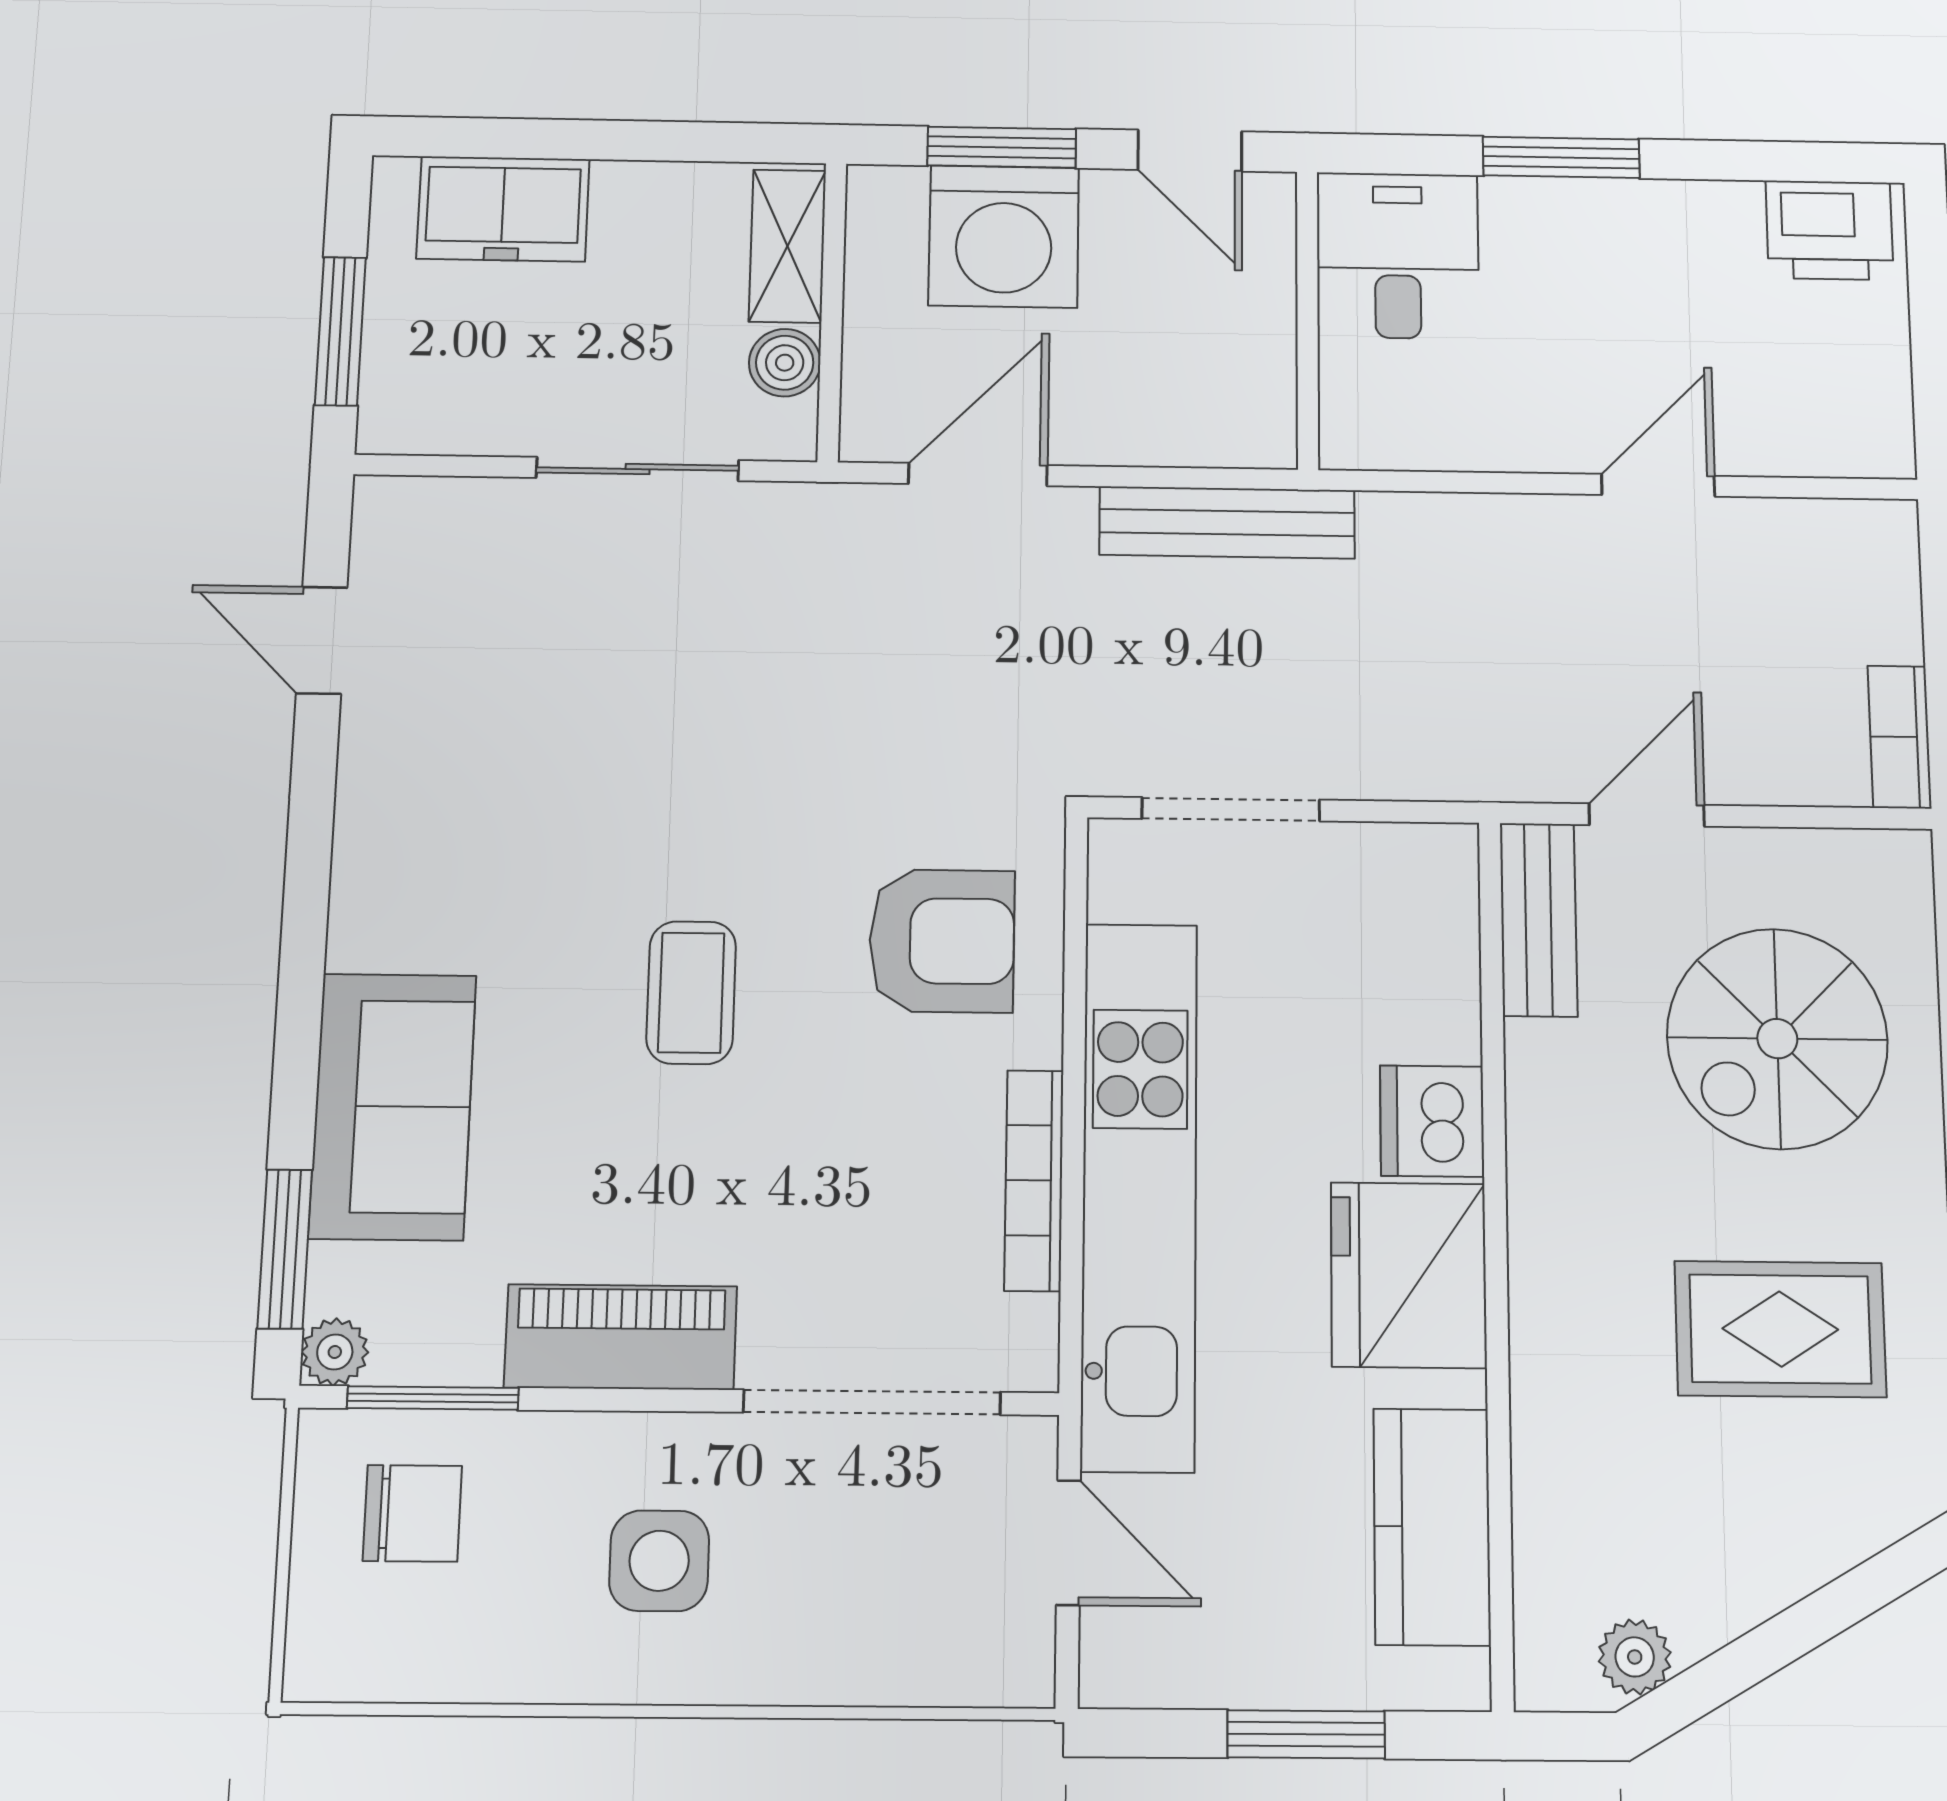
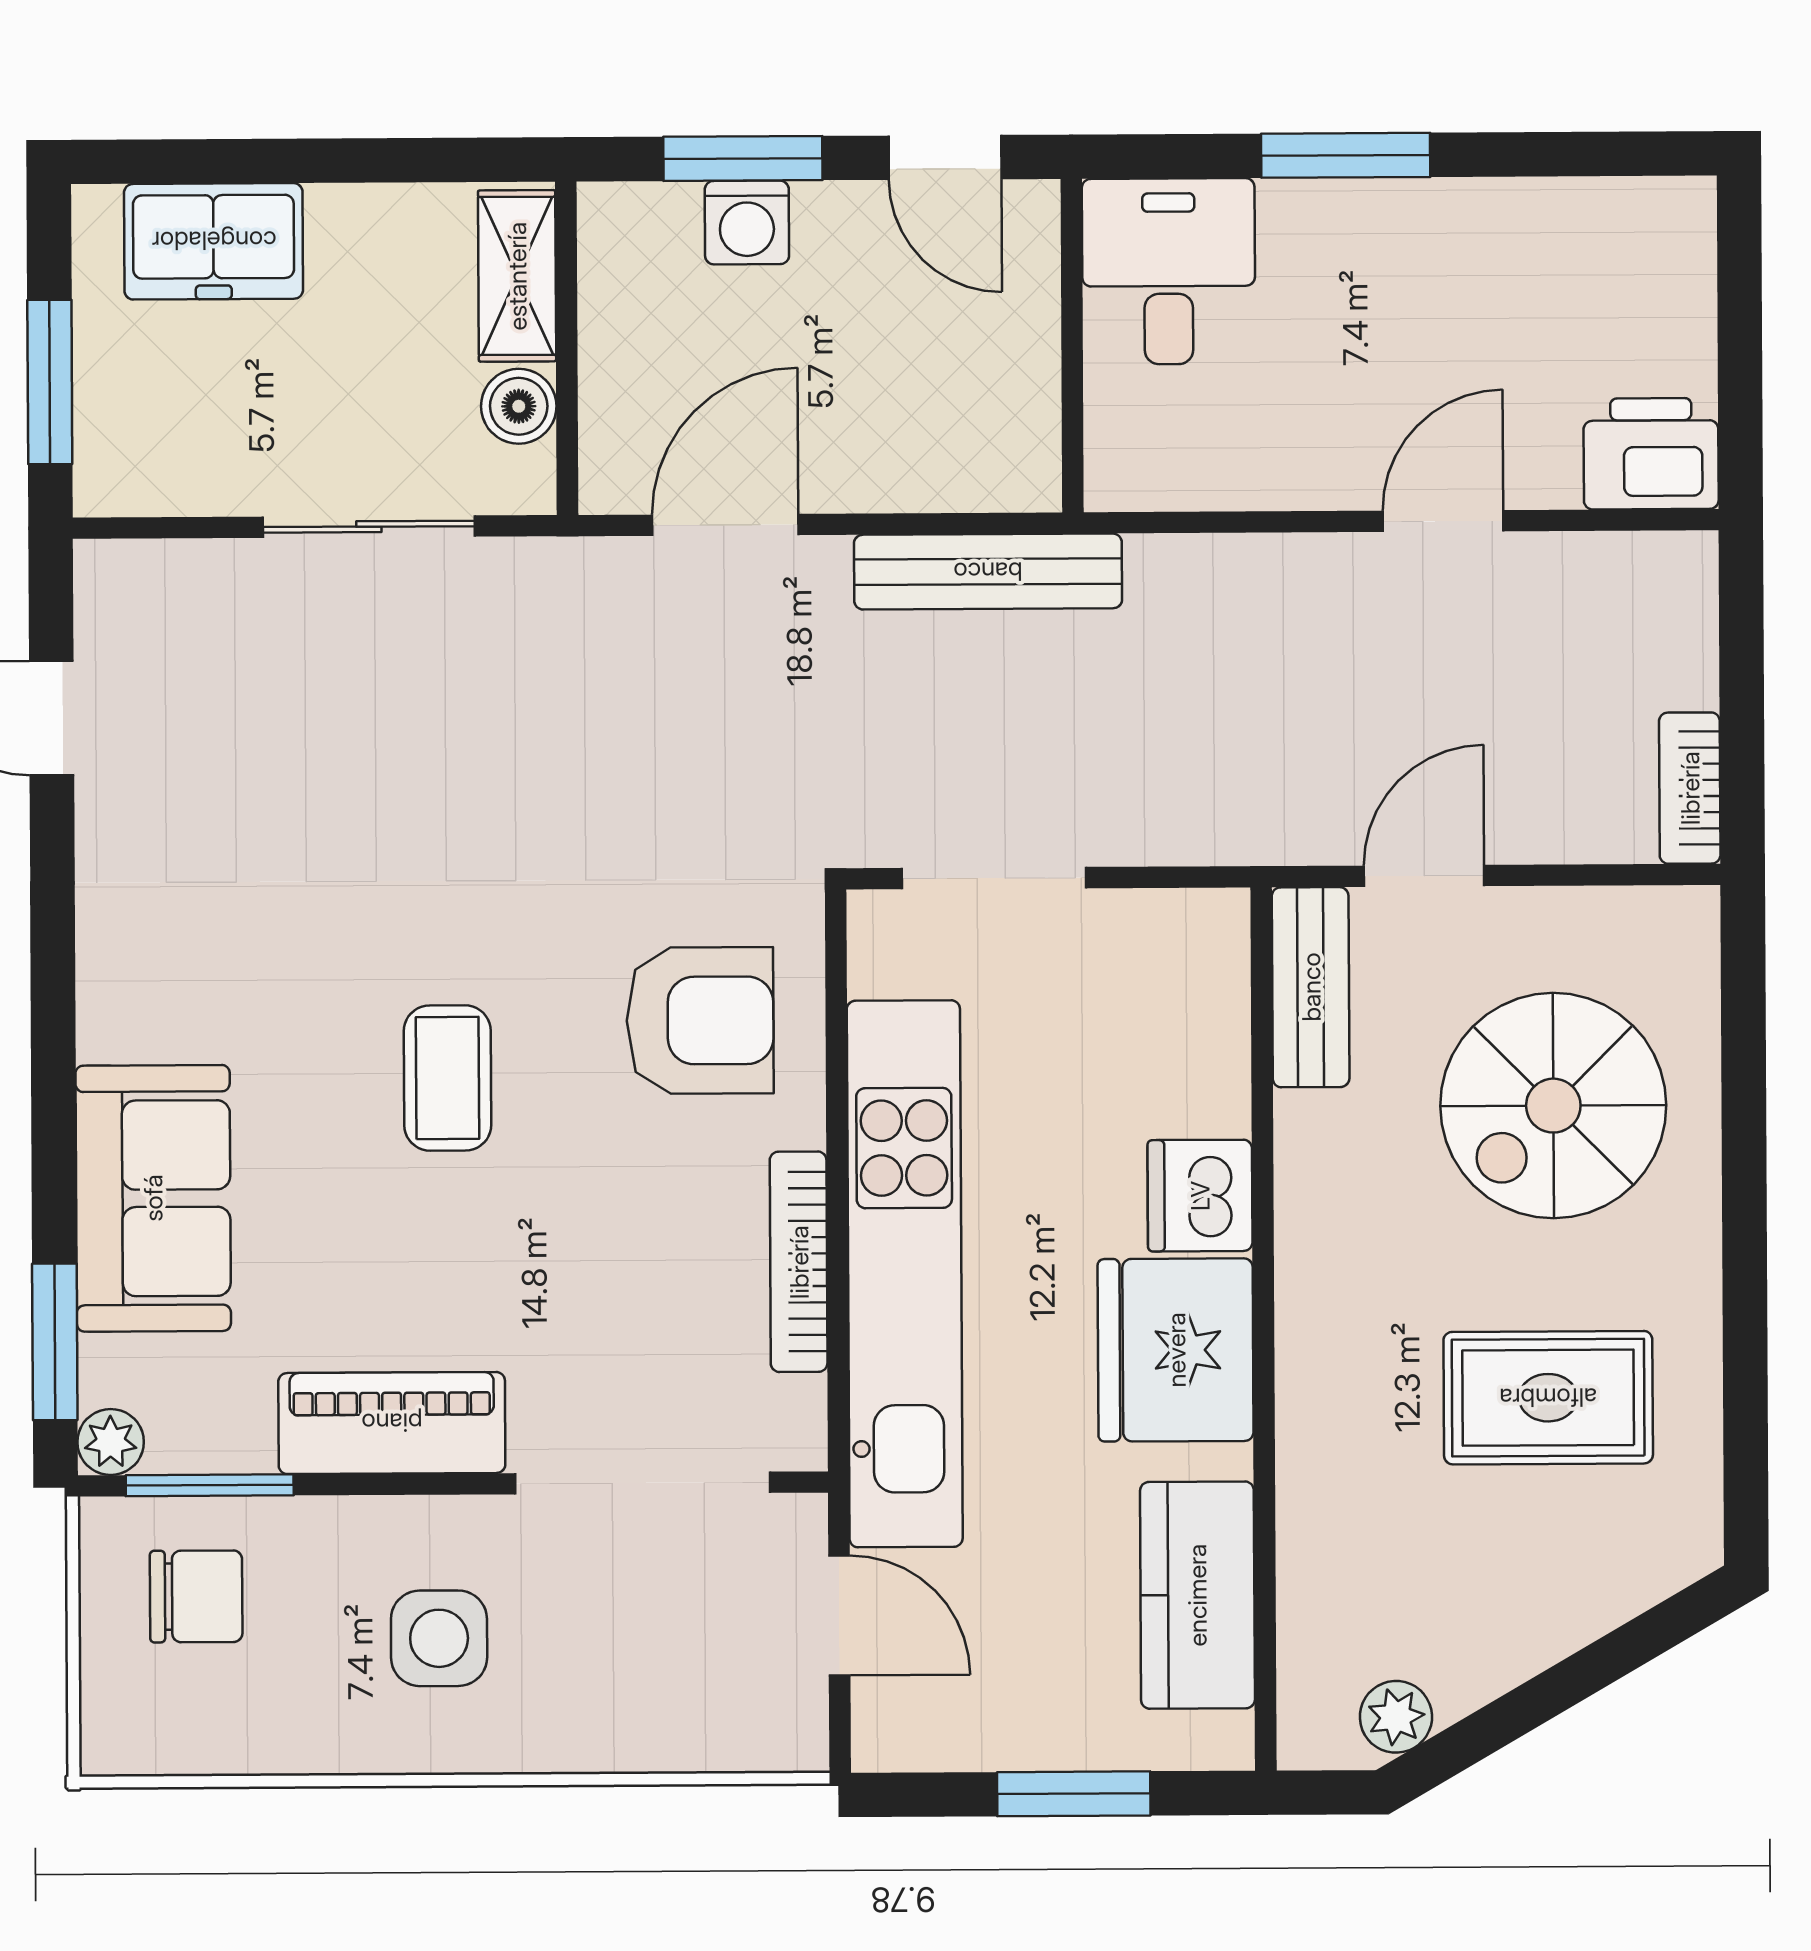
printer: (1829, 230) -> (1651, 454), moved, turned 180
washing machine: (1004, 236) -> (747, 222), width x0.53, depth x0.53

